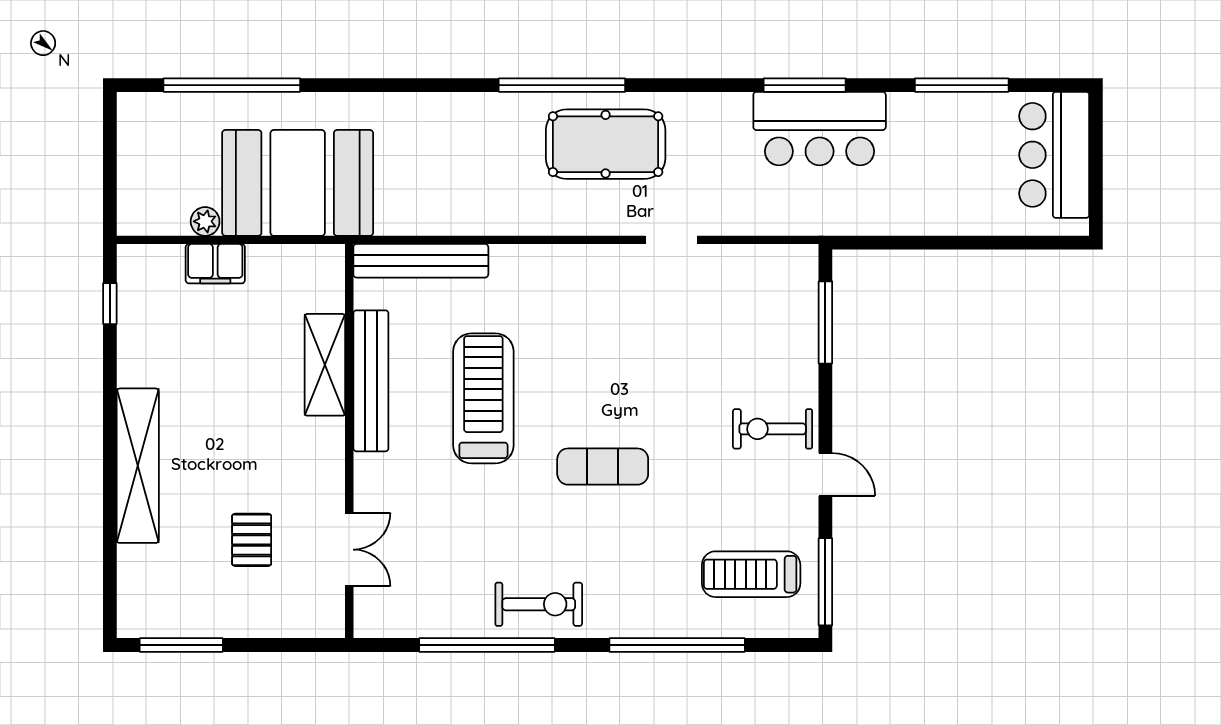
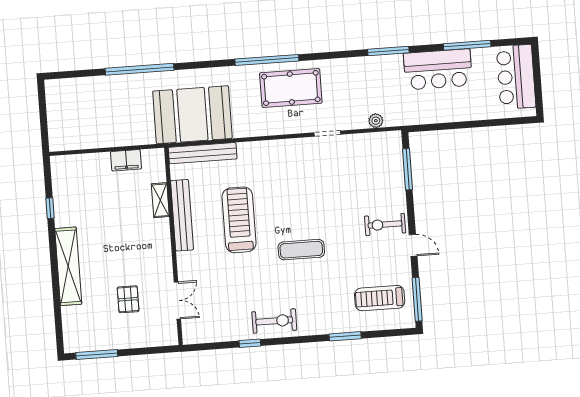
window: (232, 85) -> (139, 69), moved
bar counter: (820, 129) -> (438, 69), moved
booth: (298, 183) -> (192, 115), moved
plant: (205, 221) -> (376, 121), moved
filing cabinet: (215, 264) -> (126, 160), moved
window: (110, 304) -> (50, 208), moved
shelving: (325, 365) -> (160, 200), width x0.67, depth x0.75
window: (487, 645) -> (250, 343), width x0.32
window: (677, 645) -> (345, 336), width x0.47

